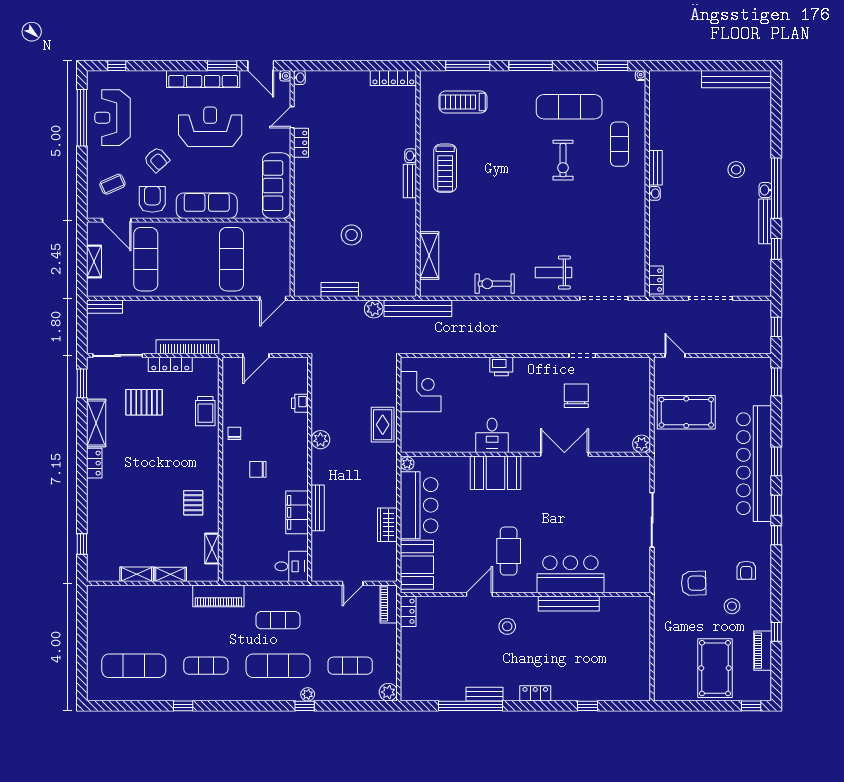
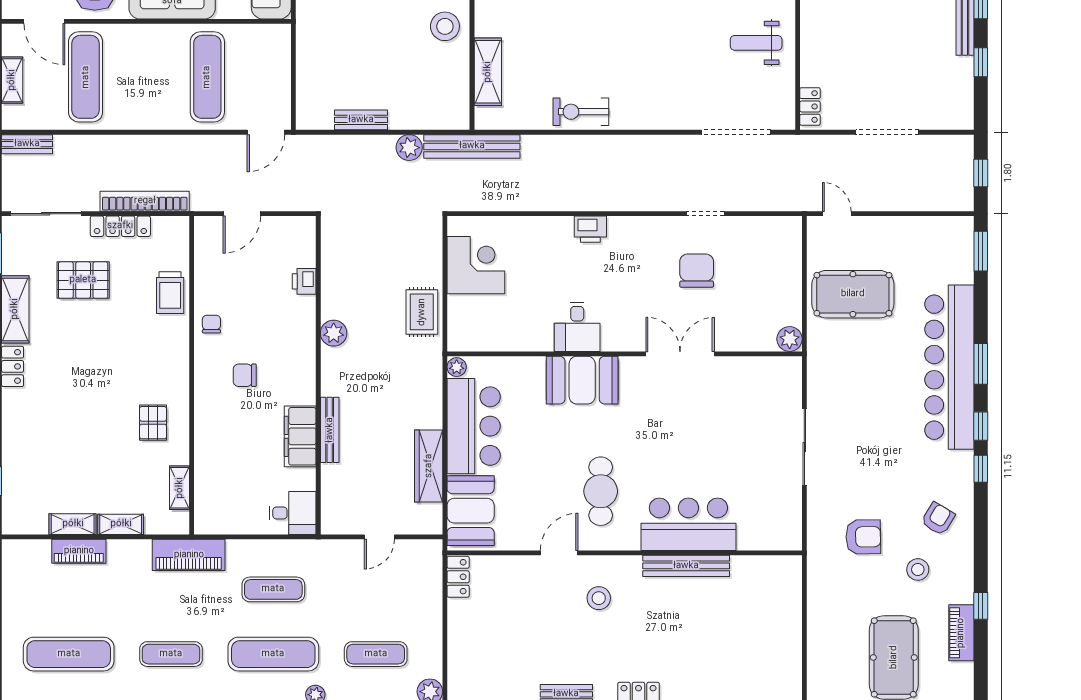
stool: (351, 235) -> (445, 26), moved
weight bench: (553, 272) -> (756, 43), moved
wardrobe: (387, 525) -> (429, 466), width x1.50
armchair: (746, 570) -> (938, 519), turned -149
piano: (389, 604) -> (79, 551), moved, turned -90

